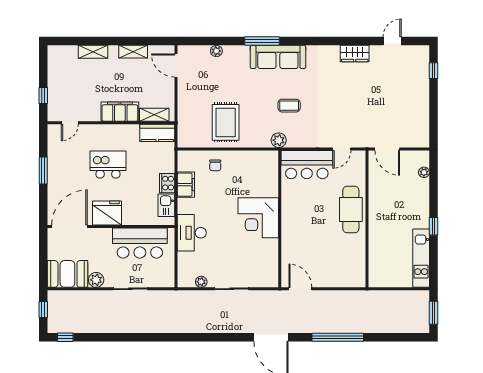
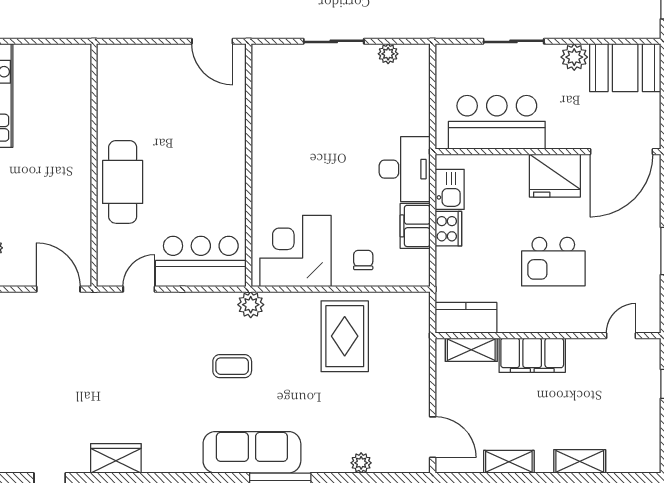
corner desk: (258, 218) -> (295, 251), moved, turned -90
desk: (192, 233) -> (405, 169), moved

